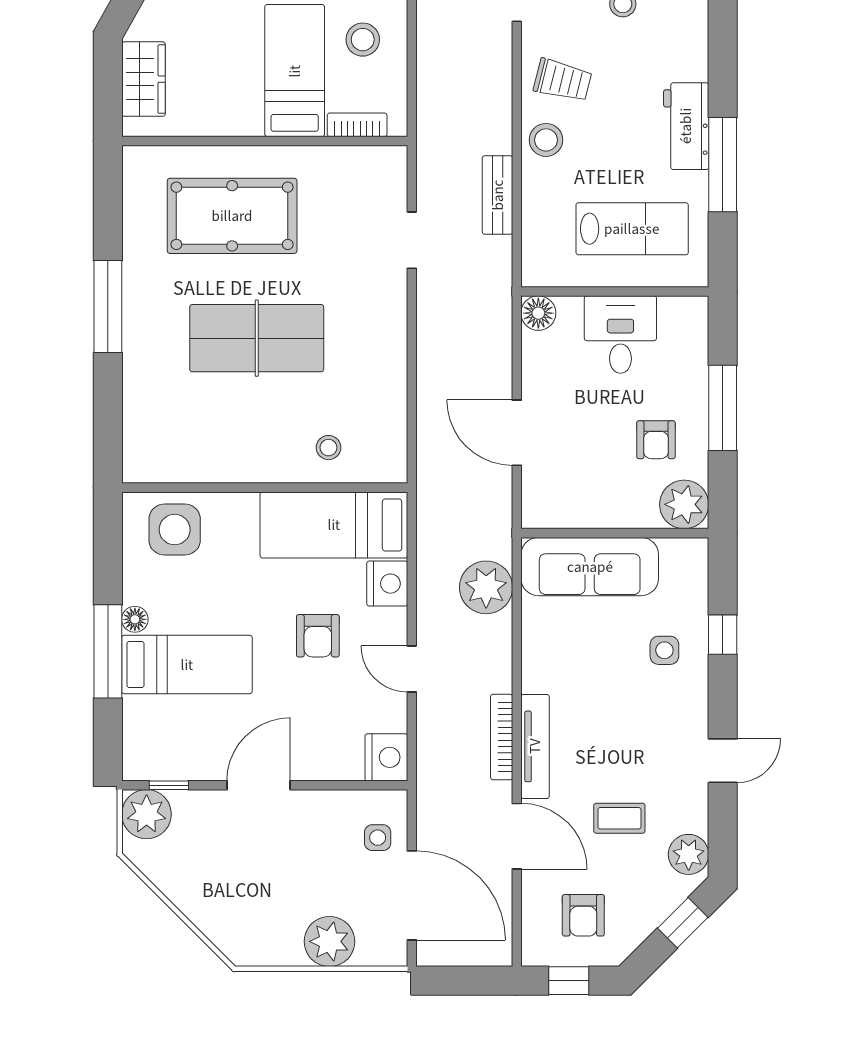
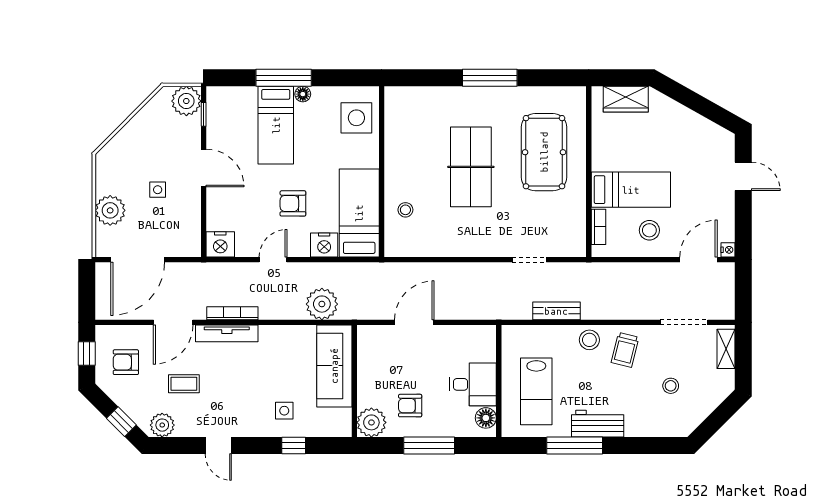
floor lamp: (538, 313) -> (486, 418), moved
coffee table: (619, 818) -> (184, 384), turned 90
side table: (378, 838) -> (158, 190), moved

